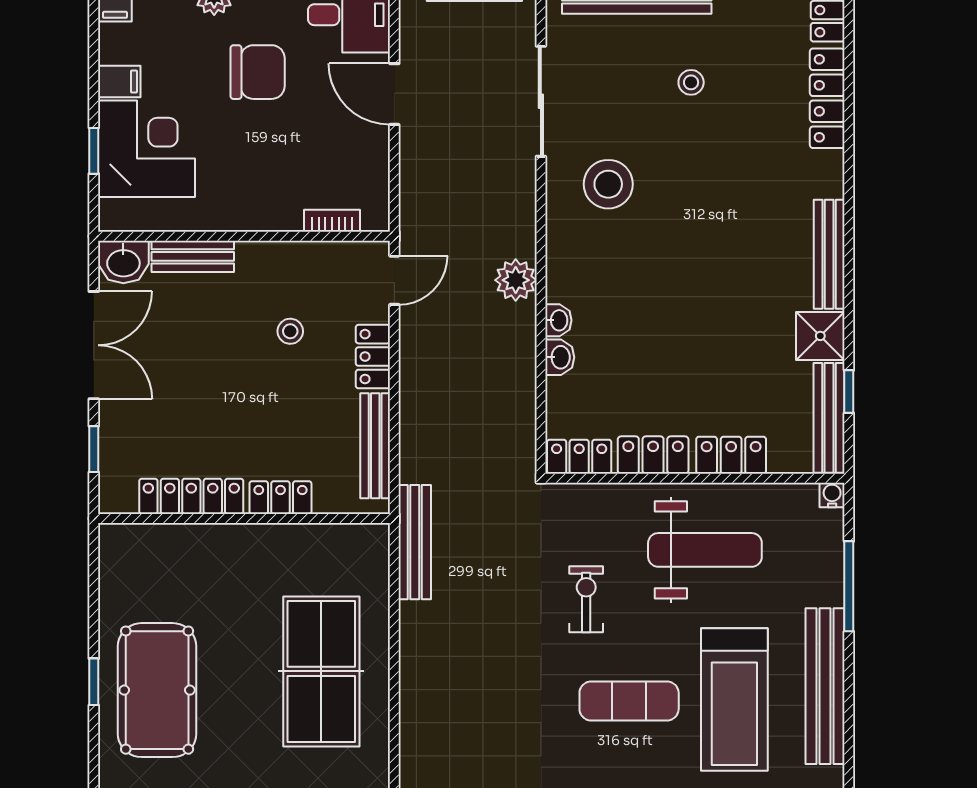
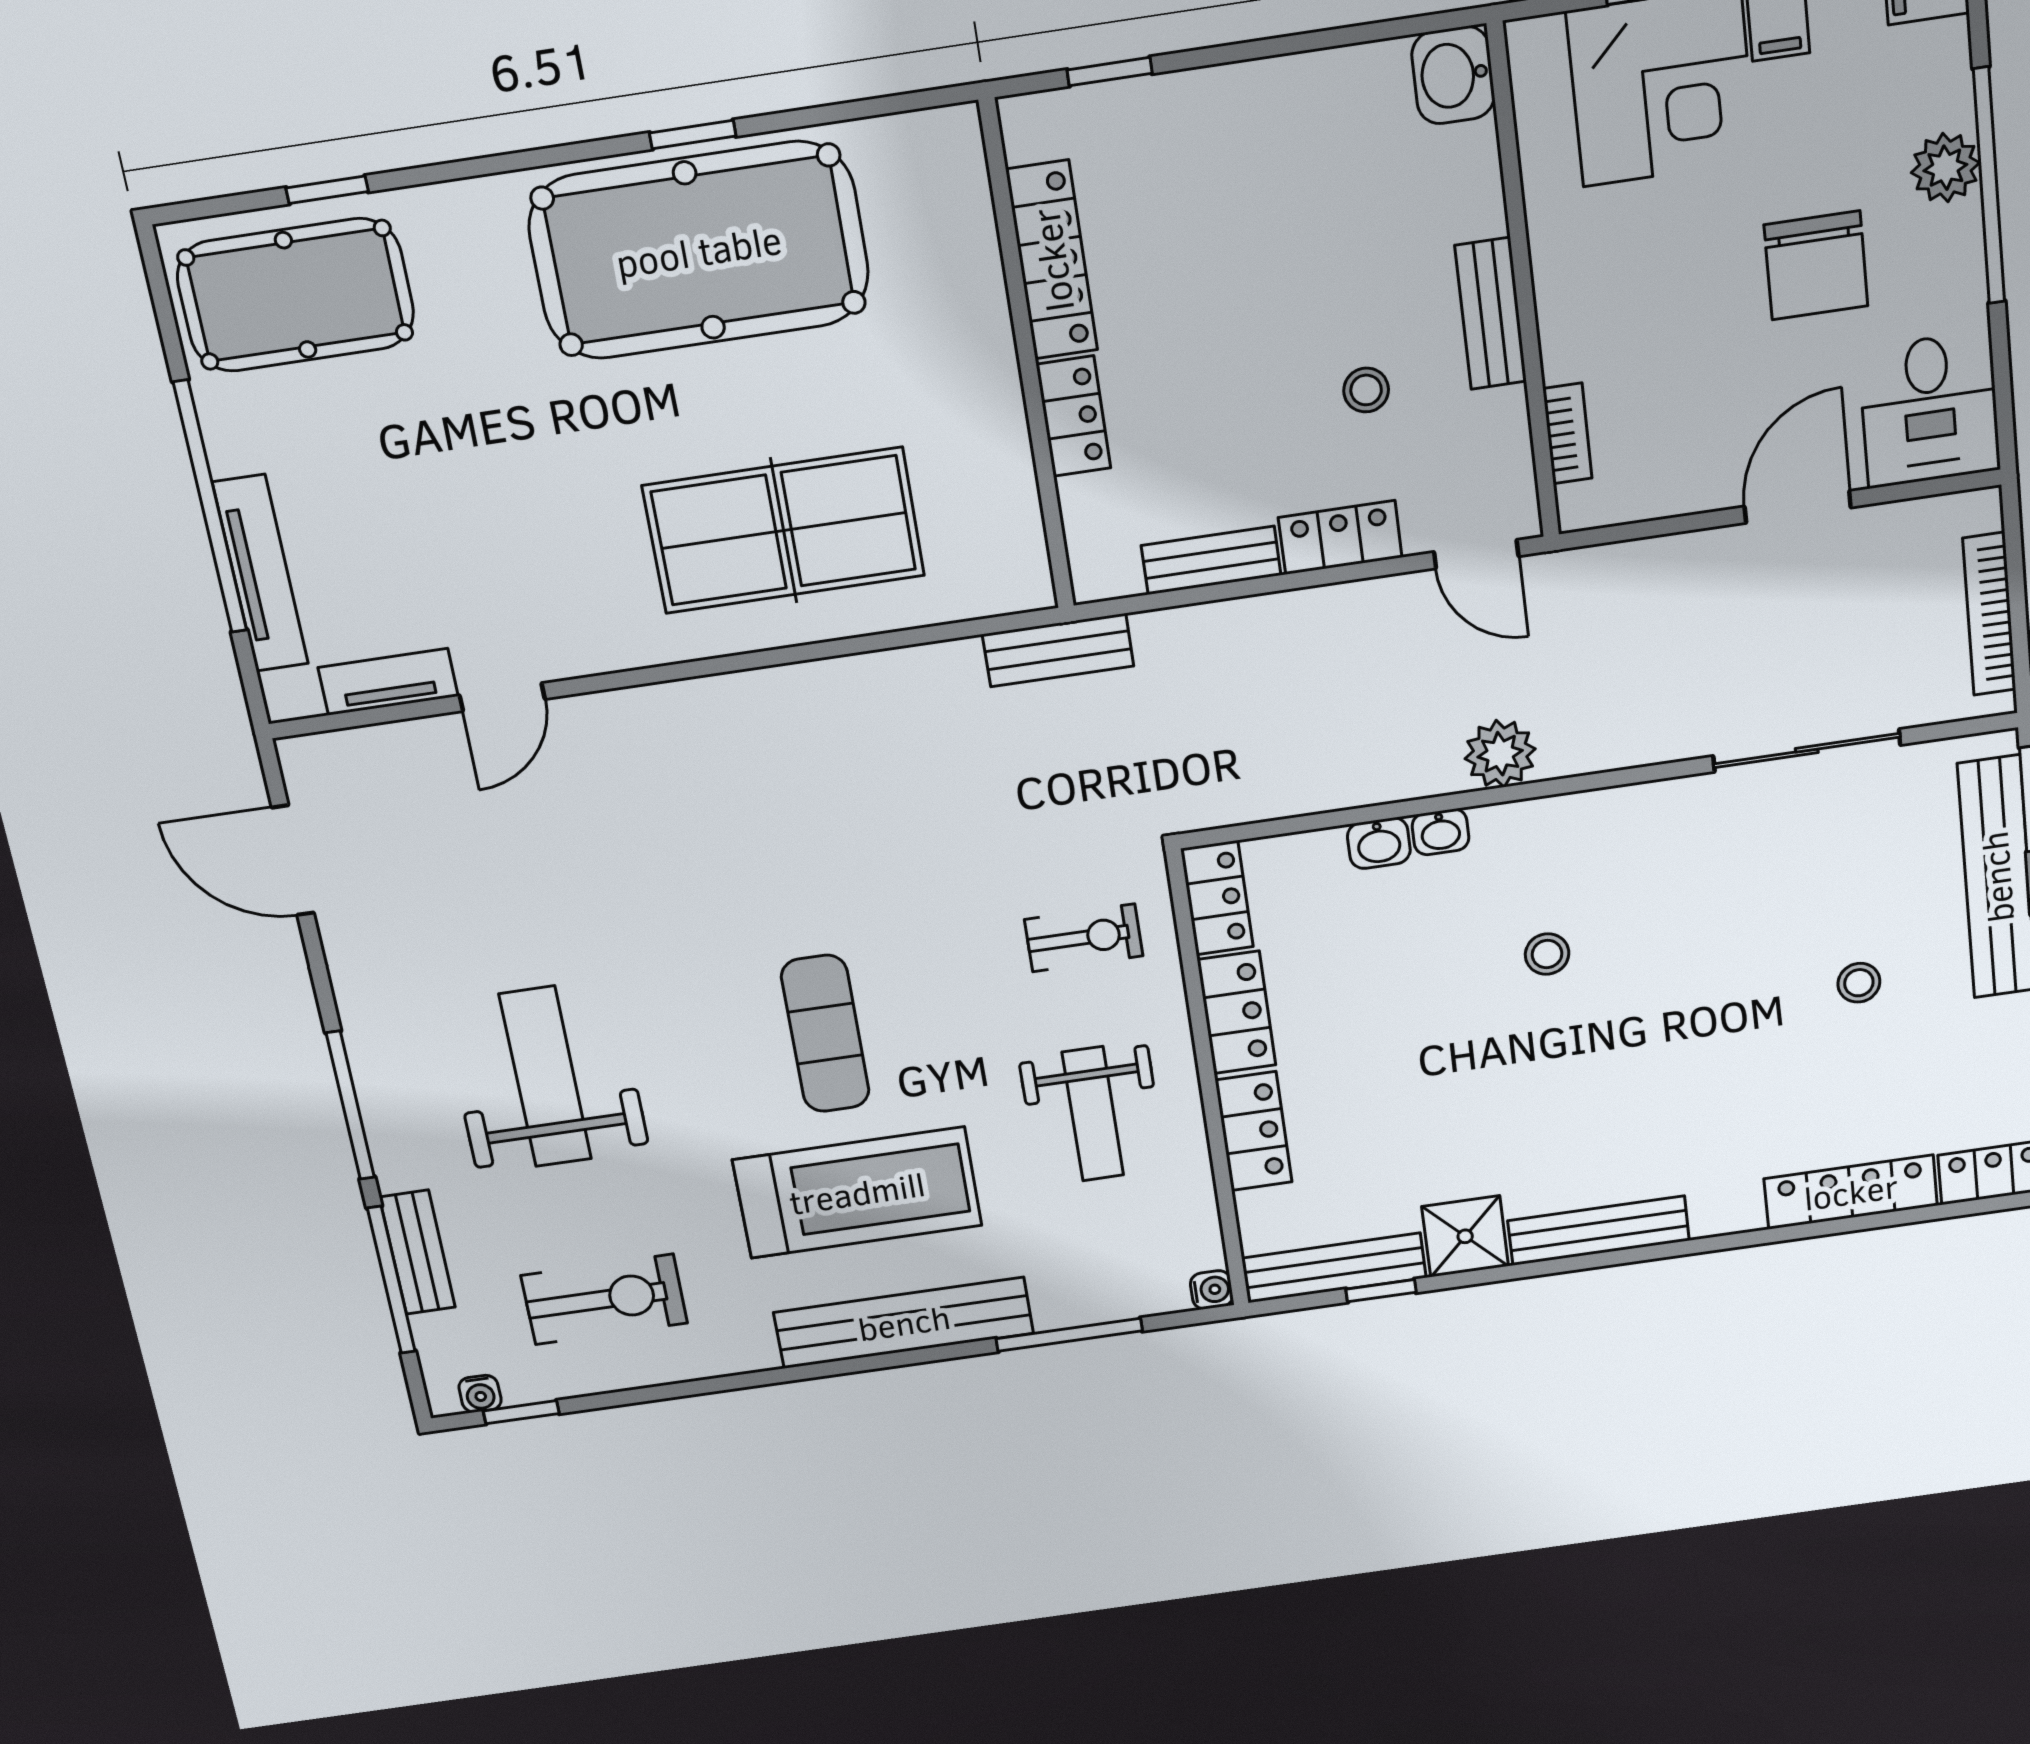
stool: (608, 184) -> (1547, 954), moved, width x0.53, depth x0.53
bench: (193, 256) -> (1491, 314), moved
double door: (94, 345) -> (1297, 43), removed
bench: (375, 446) -> (1211, 560), width x0.73
bench: (415, 542) -> (1058, 650), width x0.73
weight bench: (705, 550) -> (1093, 1114), width x0.73, depth x0.75
exercise bike: (586, 599) -> (1084, 938), moved
pool table: (157, 690) -> (699, 251), width x1.36, depth x1.32
treadmill: (734, 699) -> (857, 1193), turned 180

